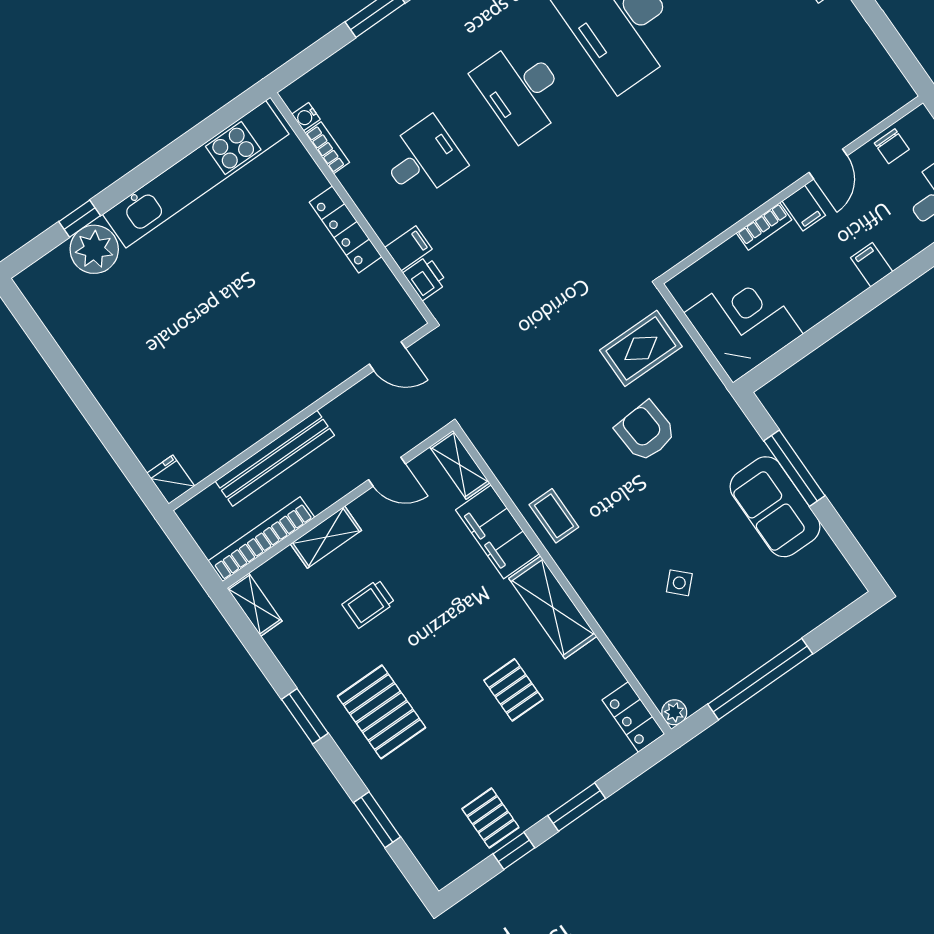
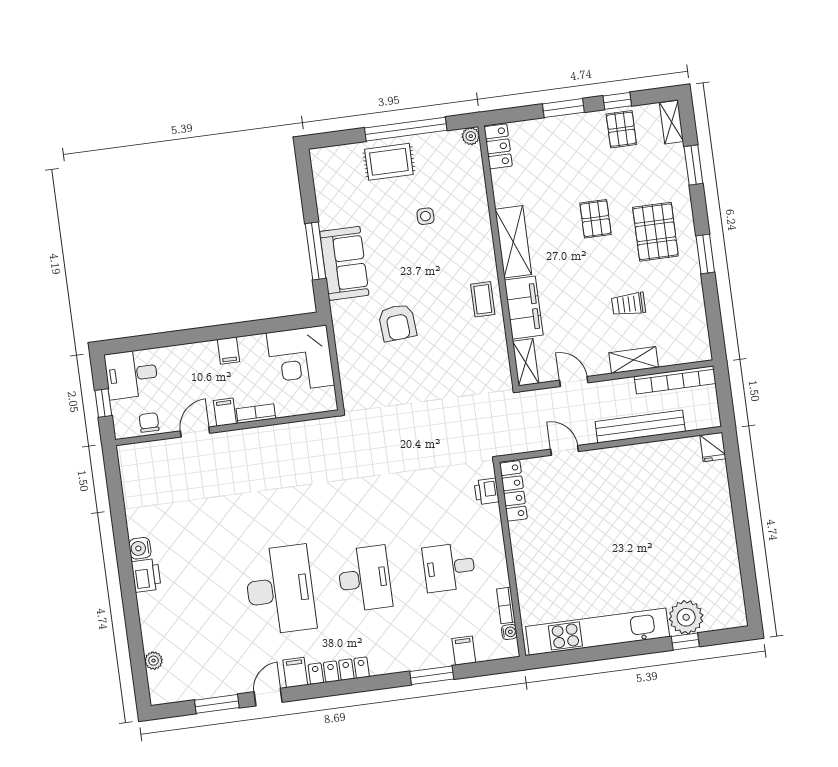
locker: (346, 229) -> (513, 491), moved
filing cabinet: (409, 248) -> (464, 651), moved, turned 90
filing cabinet: (872, 265) -> (228, 351), moved
rug: (641, 348) -> (389, 162), moved
door: (387, 356) -> (565, 450), moved
sofa: (775, 507) -> (344, 263), moved
side table: (679, 583) -> (425, 216), turned 45
trolley: (368, 604) -> (628, 304), turned 180
shelving: (255, 605) -> (671, 122), moved
pallet: (513, 690) -> (596, 219), moved

